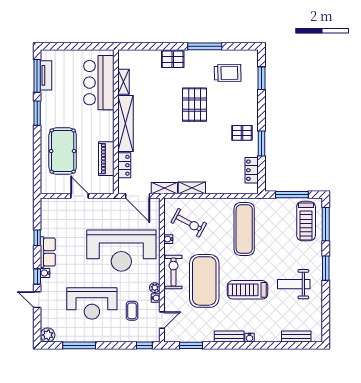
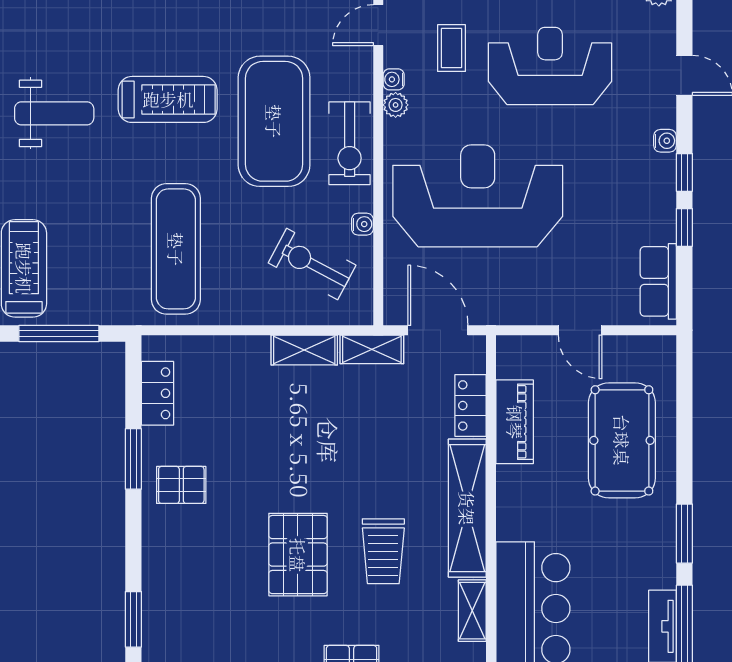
trolley: (228, 73) -> (383, 551), moved, turned -89
row of seats: (48, 252) -> (658, 281), moved
window: (37, 276) -> (684, 172), moved

